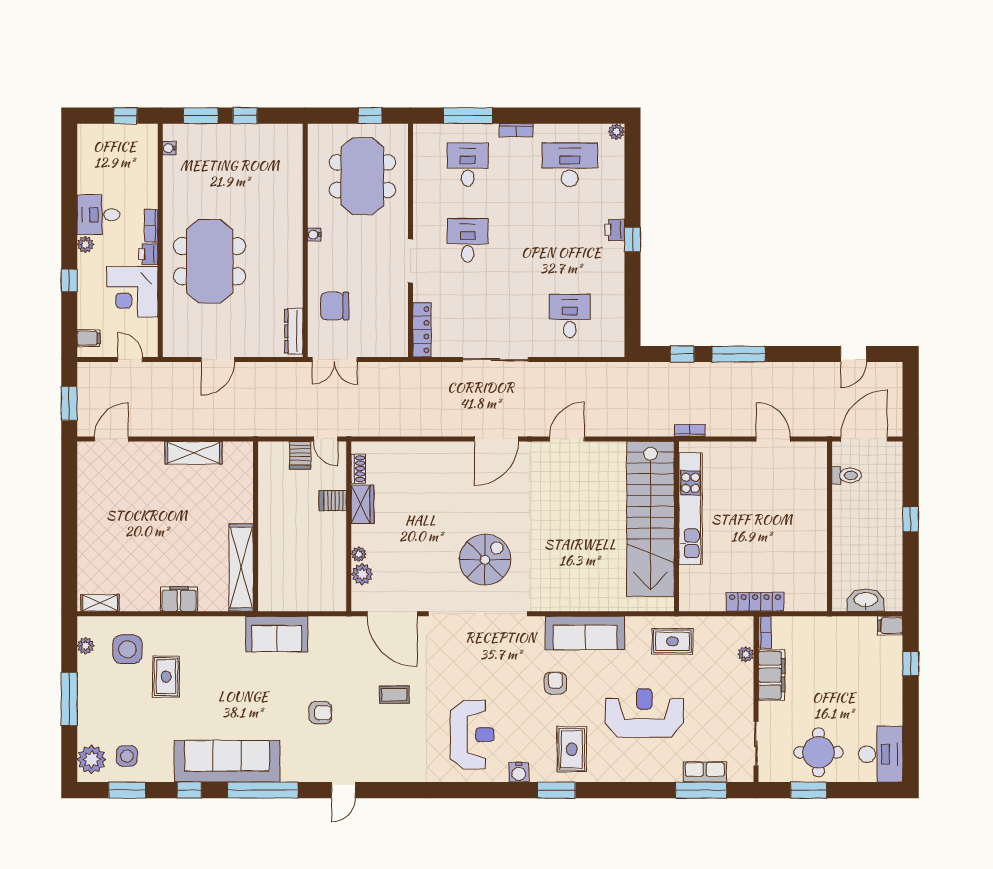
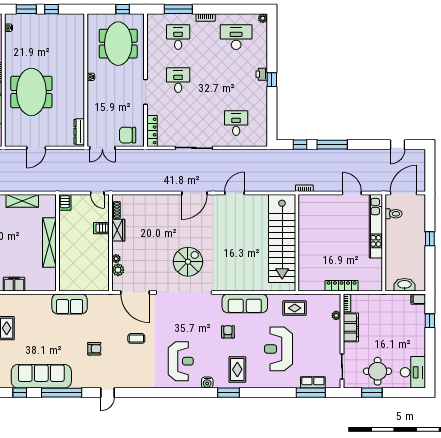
chair: (335, 306) -> (128, 135), moved
server rack: (300, 455) -> (65, 202), moved
kitchen unit: (691, 509) -> (376, 226), moved, turned 180
shelving: (241, 568) -> (49, 243), moved
reception desk: (644, 713) -> (279, 349), turned -90

